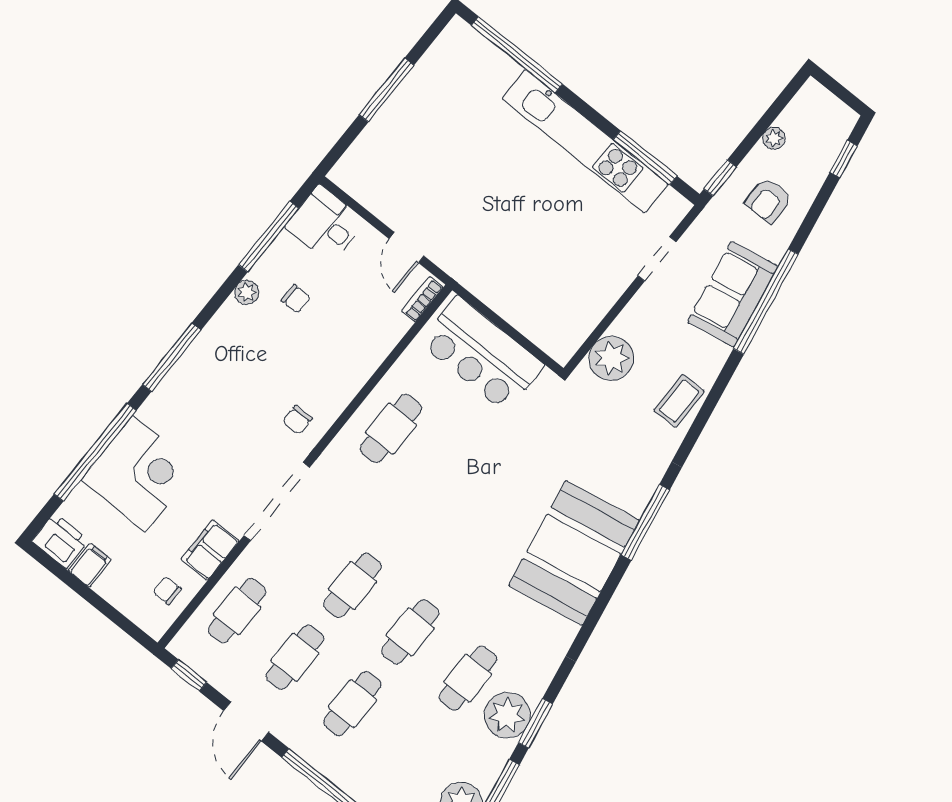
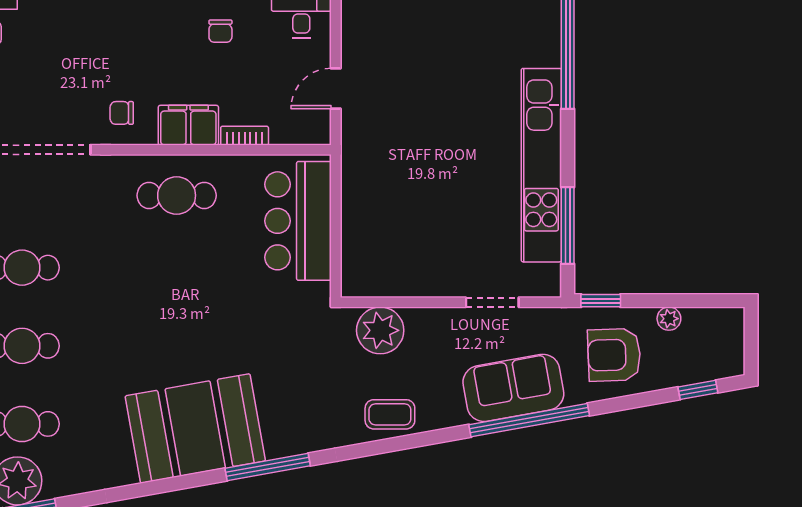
armchair: (768, 200) -> (614, 355), width x1.38, depth x1.38
bookcase: (422, 299) -> (245, 136), moved
filing cabinet: (346, 378) -> (188, 125), added

